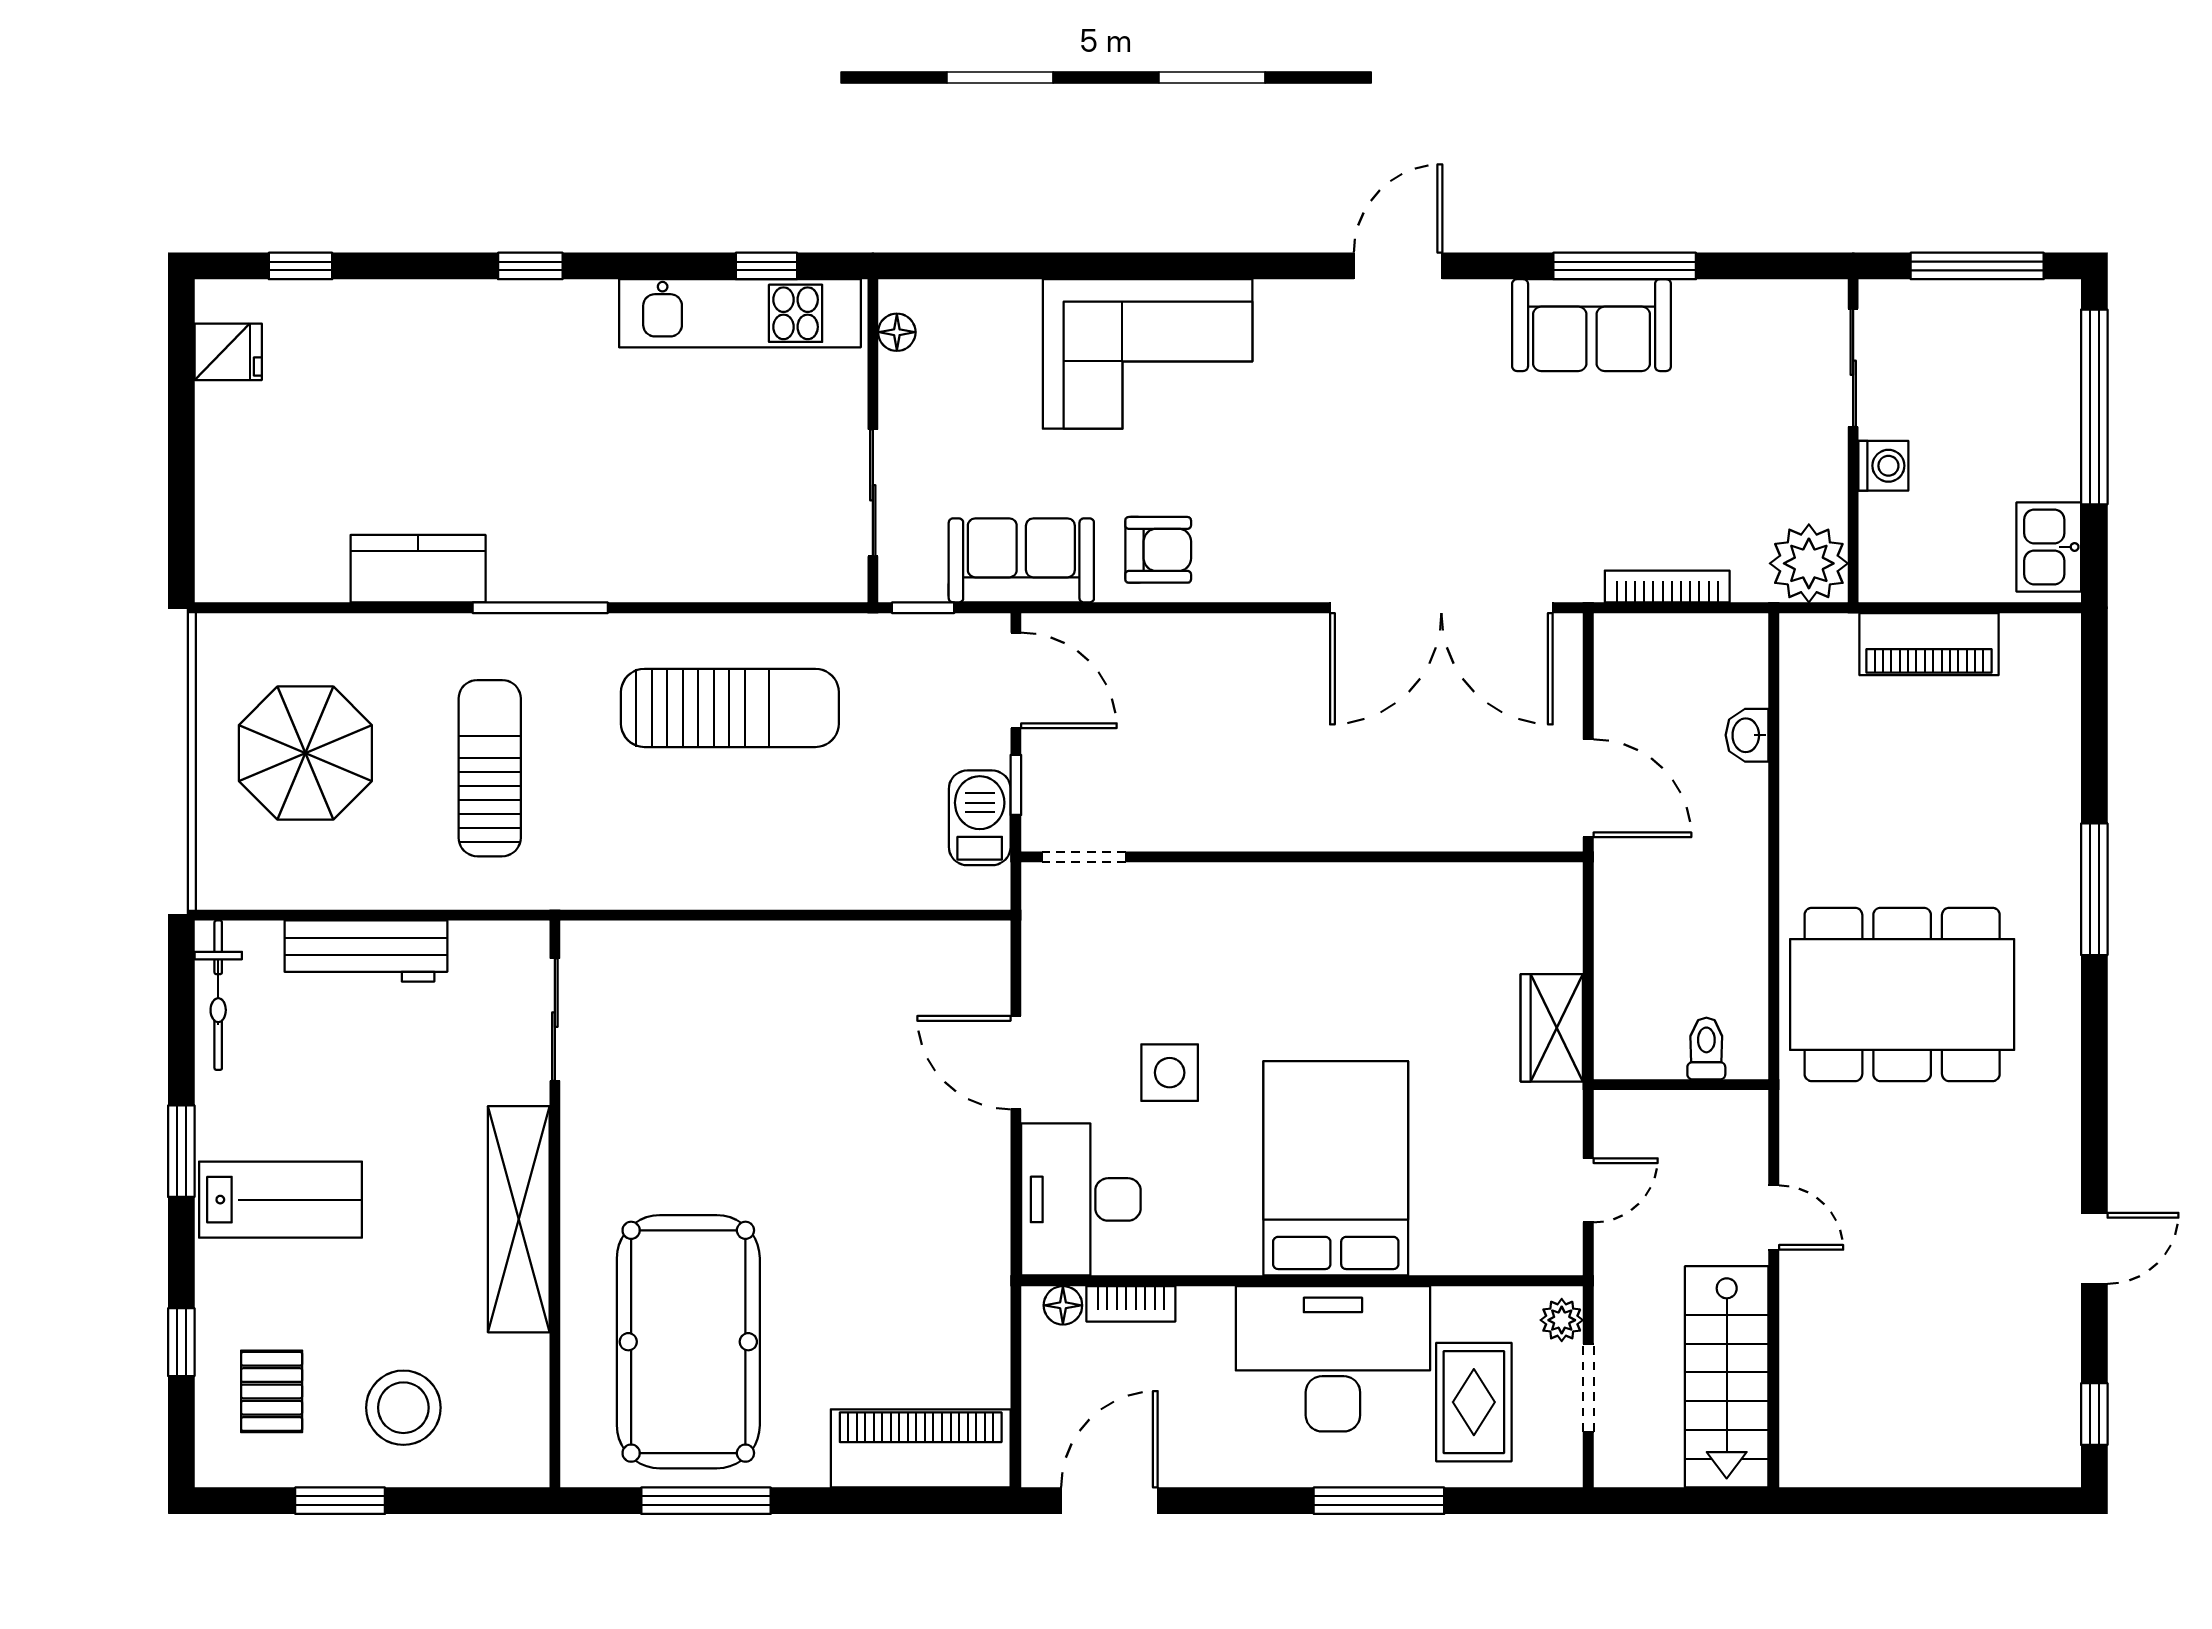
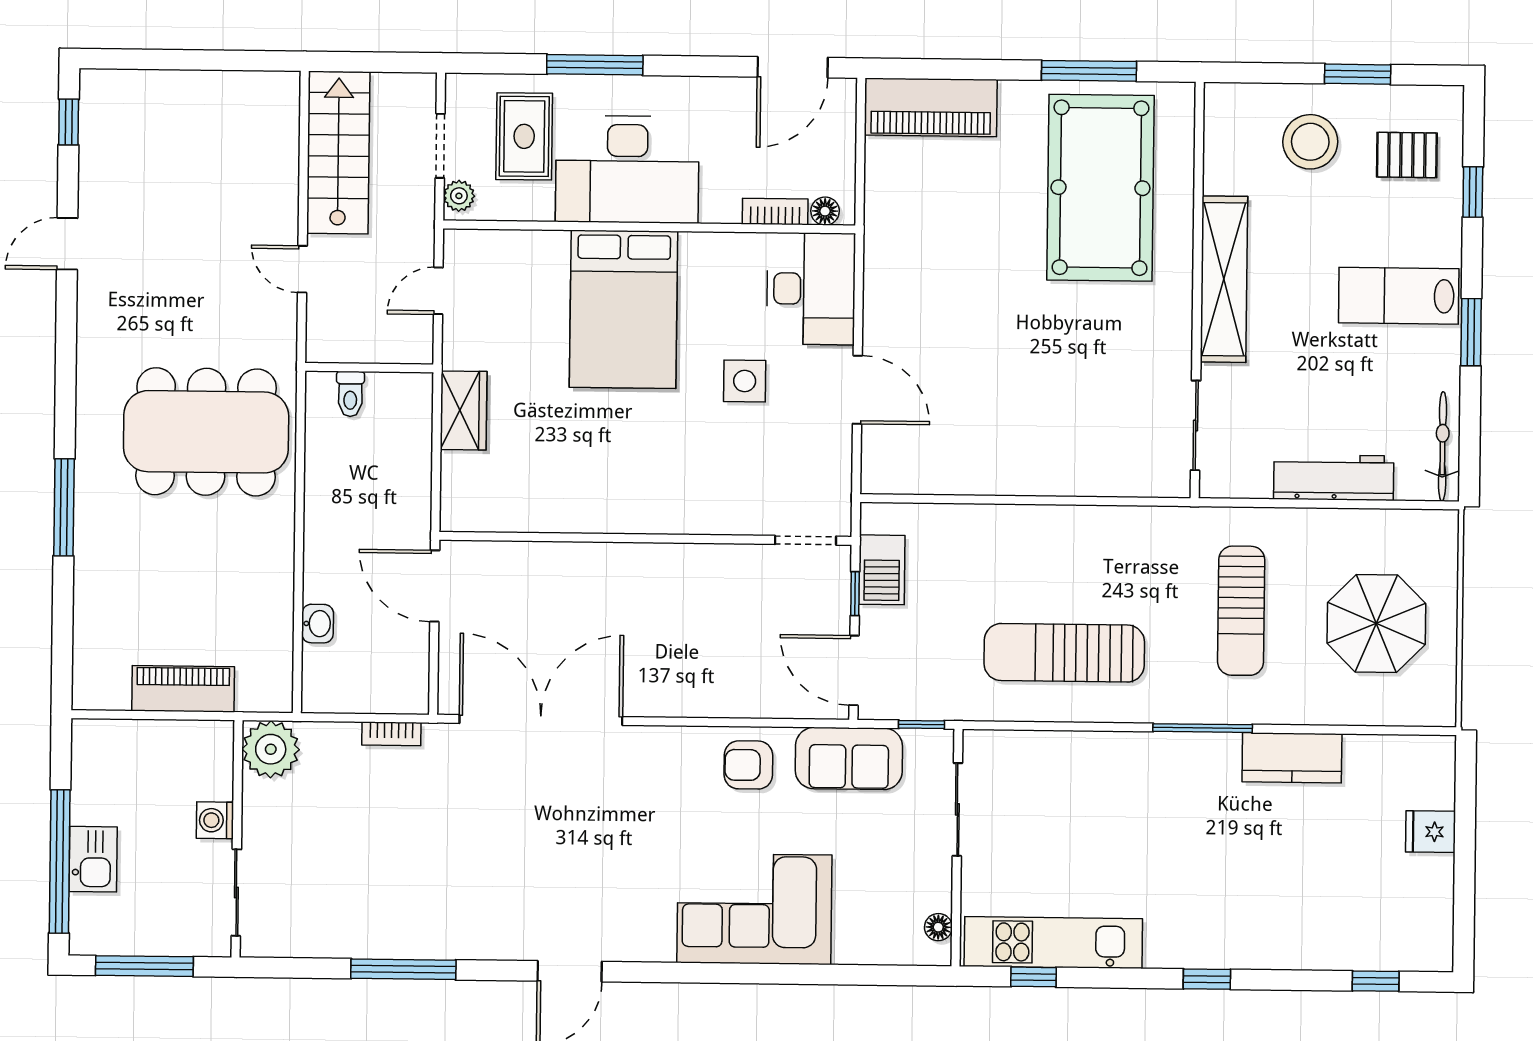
sofa: (1592, 325) -> (428, 926), removed
fridge: (228, 352) -> (1431, 832), moved
kitchen sink: (2049, 547) -> (93, 859), moved
bookcase: (1667, 586) -> (391, 734), width x0.64
pallet: (272, 1391) -> (1407, 155), turned 90

